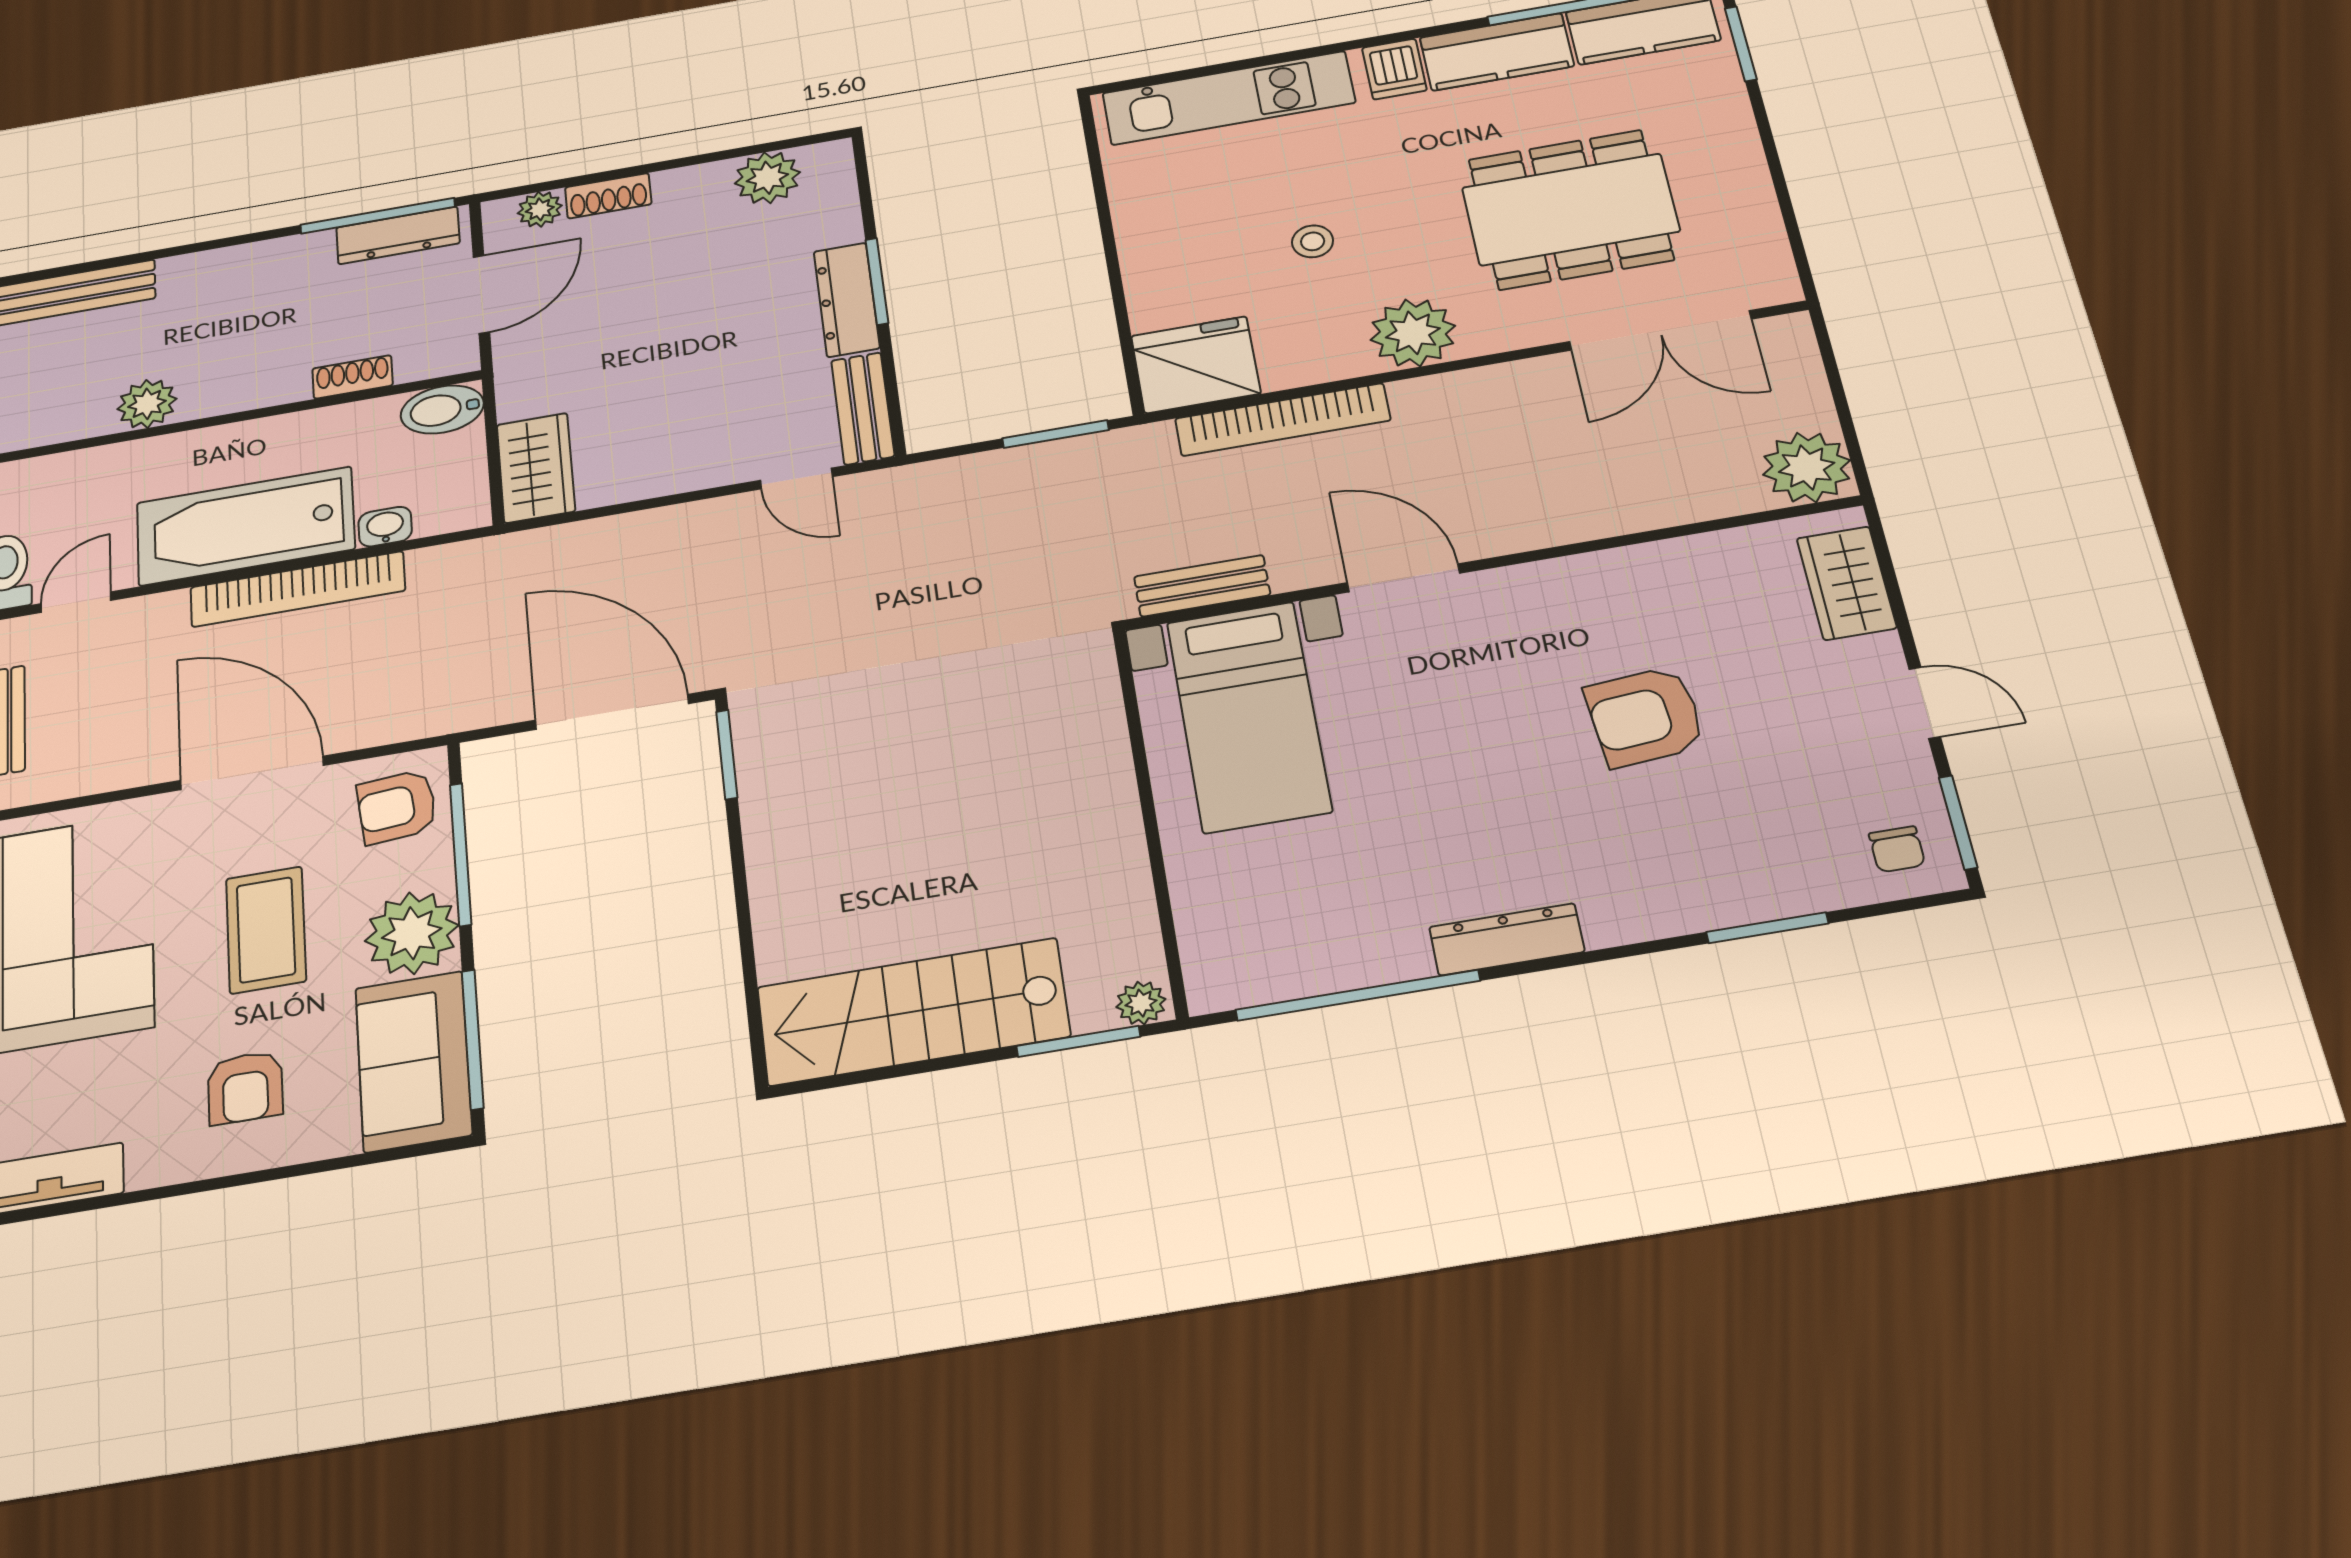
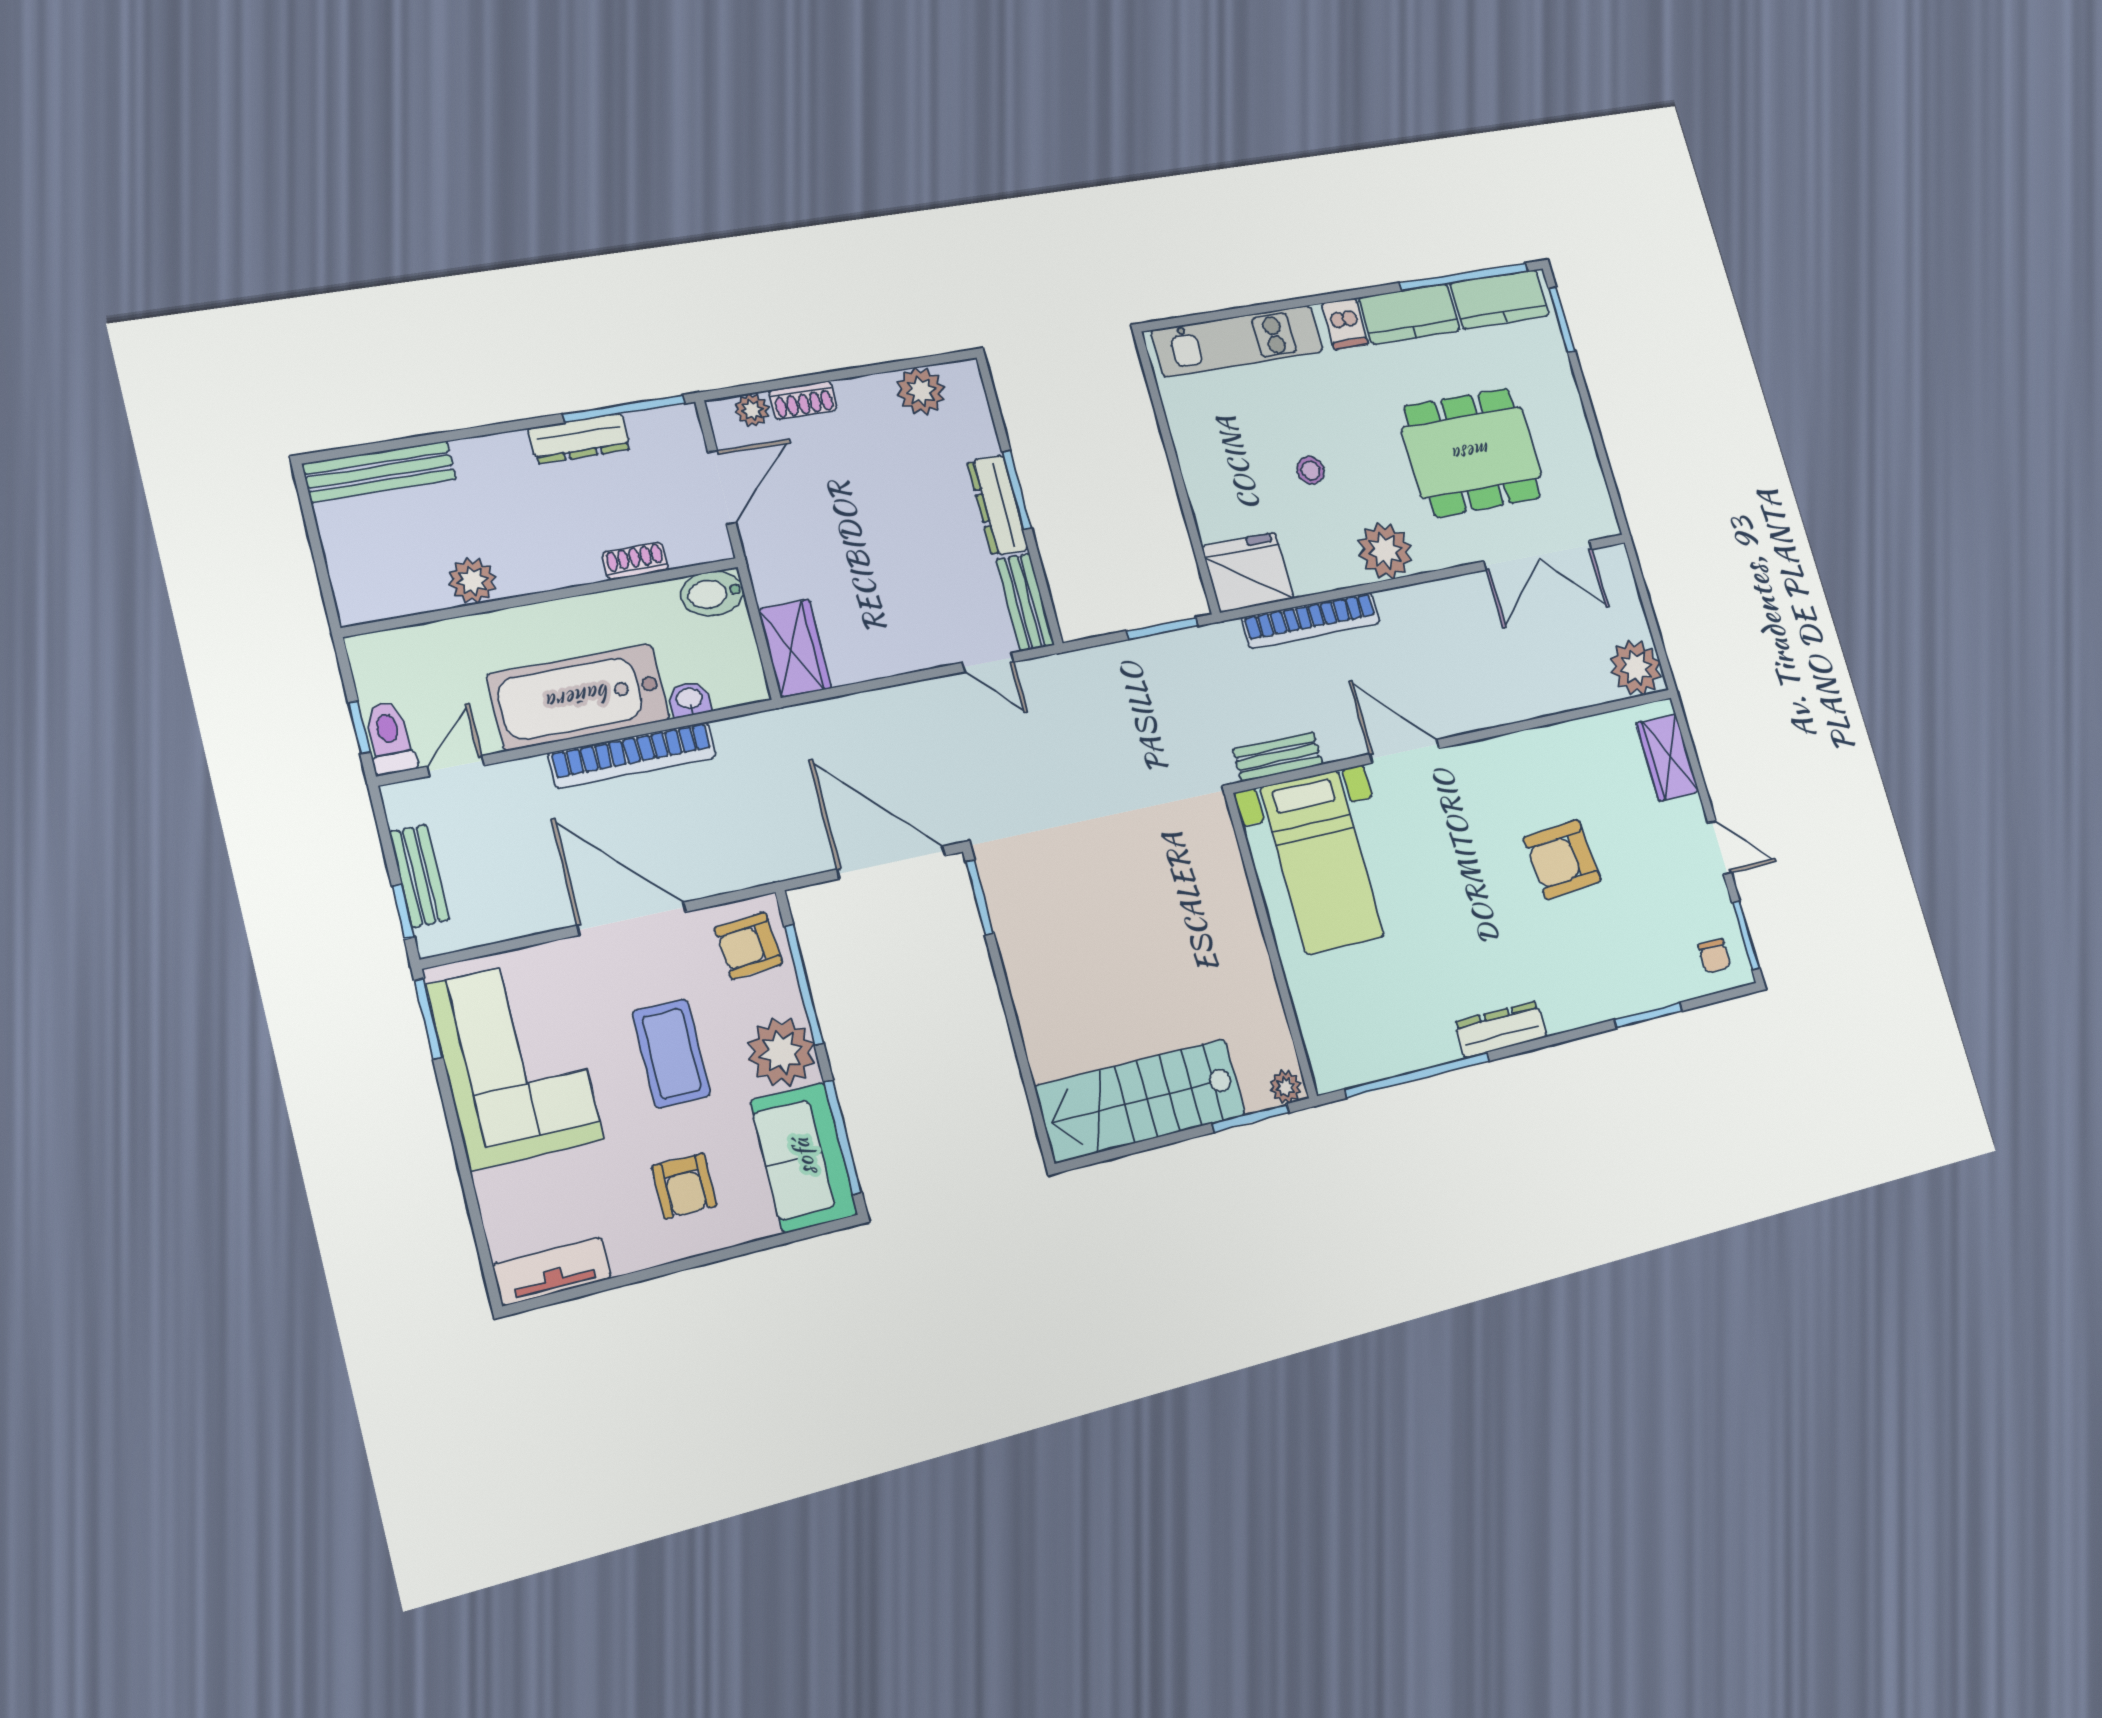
dresser: (398, 235) -> (580, 439), moved

